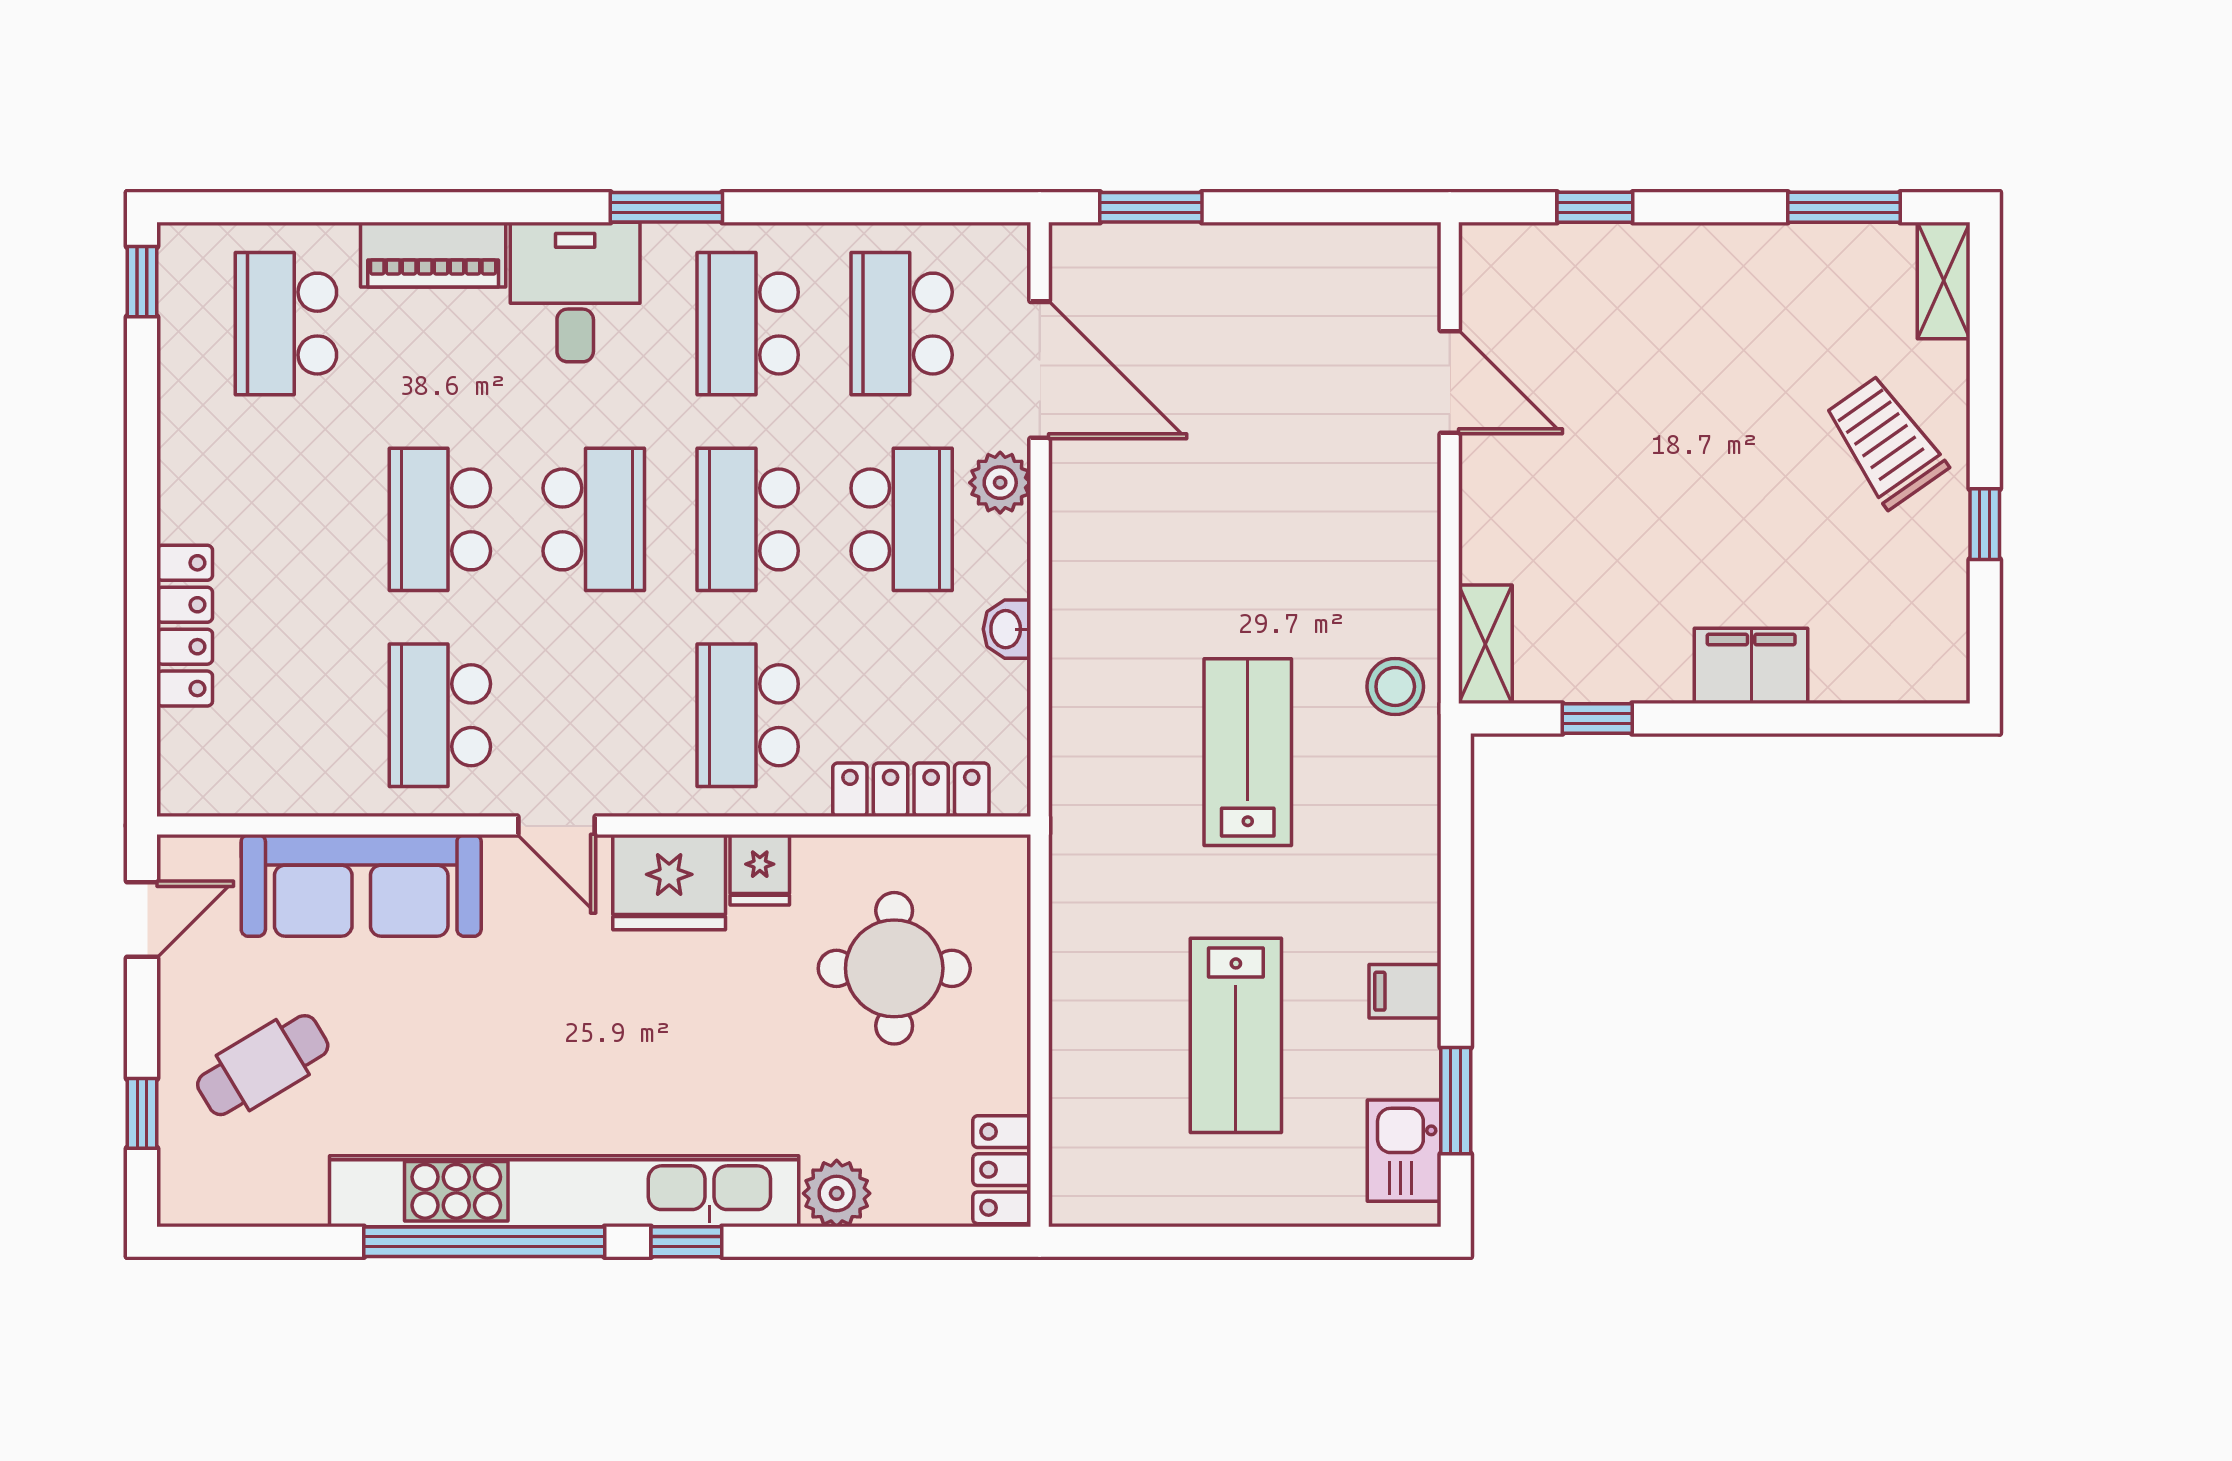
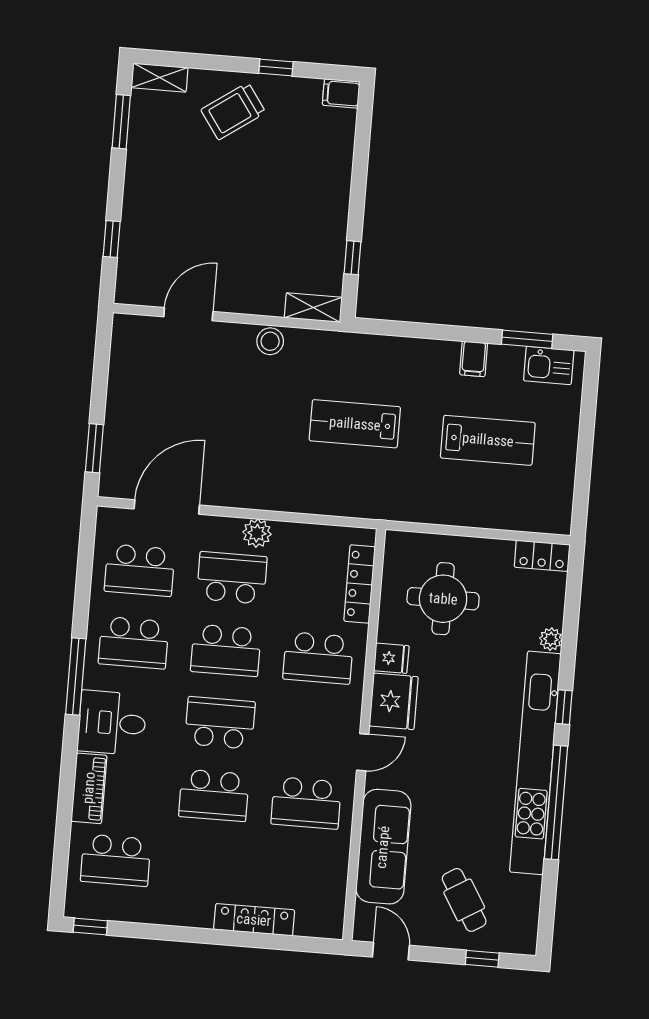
window: (666, 207) -> (76, 676), width x1.44
plant: (1000, 483) -> (257, 533), moved
washbasin: (1007, 629) -> (288, 532), removed
filing cabinet: (1751, 666) -> (341, 93), moved, width x0.50
stool: (1395, 687) -> (270, 341), moved
plant: (837, 1193) -> (551, 639), width x0.73, depth x0.73

